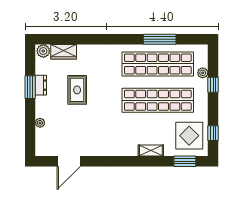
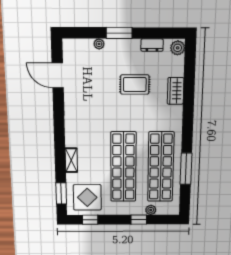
wardrobe: (64, 52) -> (176, 91), moved
dresser: (41, 85) -> (152, 45), moved
window: (30, 87) -> (119, 33), moved

